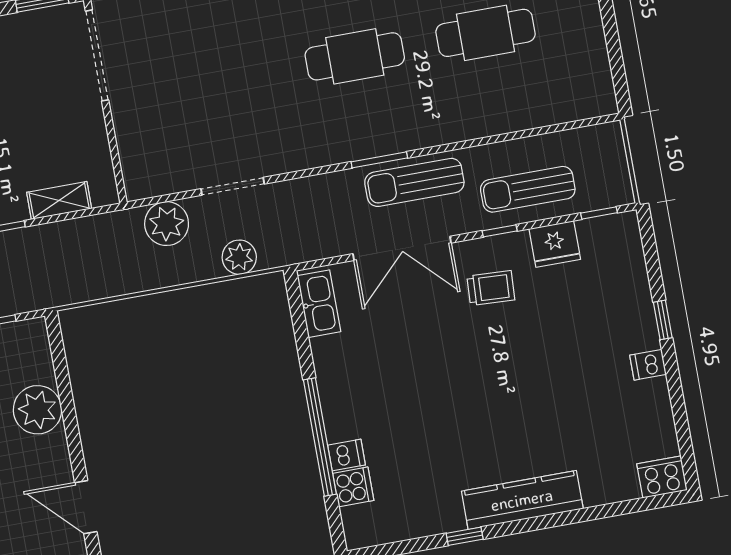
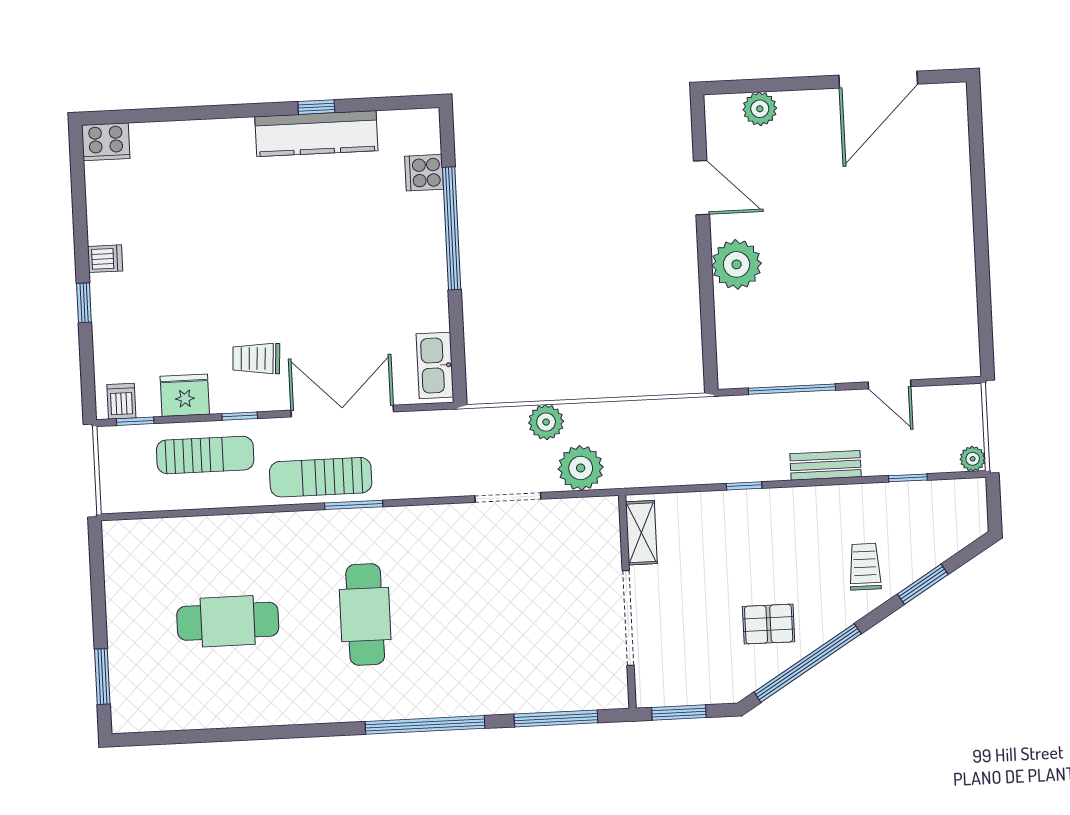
doorway: (97, 55) -> (628, 618), moved
cafe table: (355, 56) -> (365, 615), turned 90
sun lounger: (414, 182) -> (321, 477), turned 180
shelving: (59, 200) -> (641, 533), moved, turned 90
plant: (239, 257) -> (546, 422), moved
plant: (37, 410) -> (737, 264), moved
dishwasher: (346, 455) -> (121, 401), moved, turned 90
kitchen counter: (522, 500) -> (316, 134), moved

